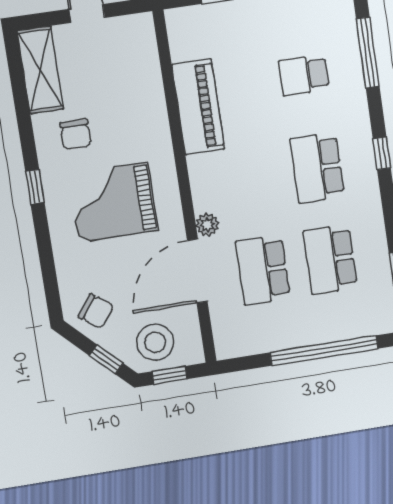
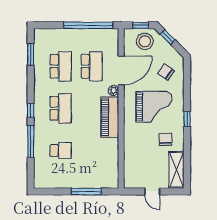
window: (368, 53) -> (31, 141), moved
piano: (198, 107) -> (110, 117), moved
chair: (96, 311) -> (166, 72), moved
window: (324, 350) -> (88, 25), moved

